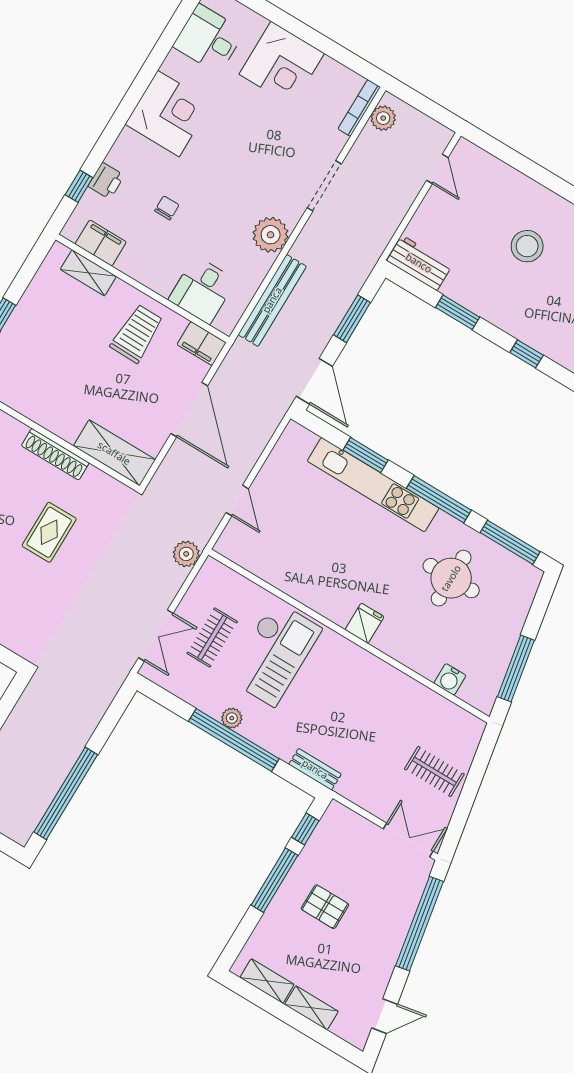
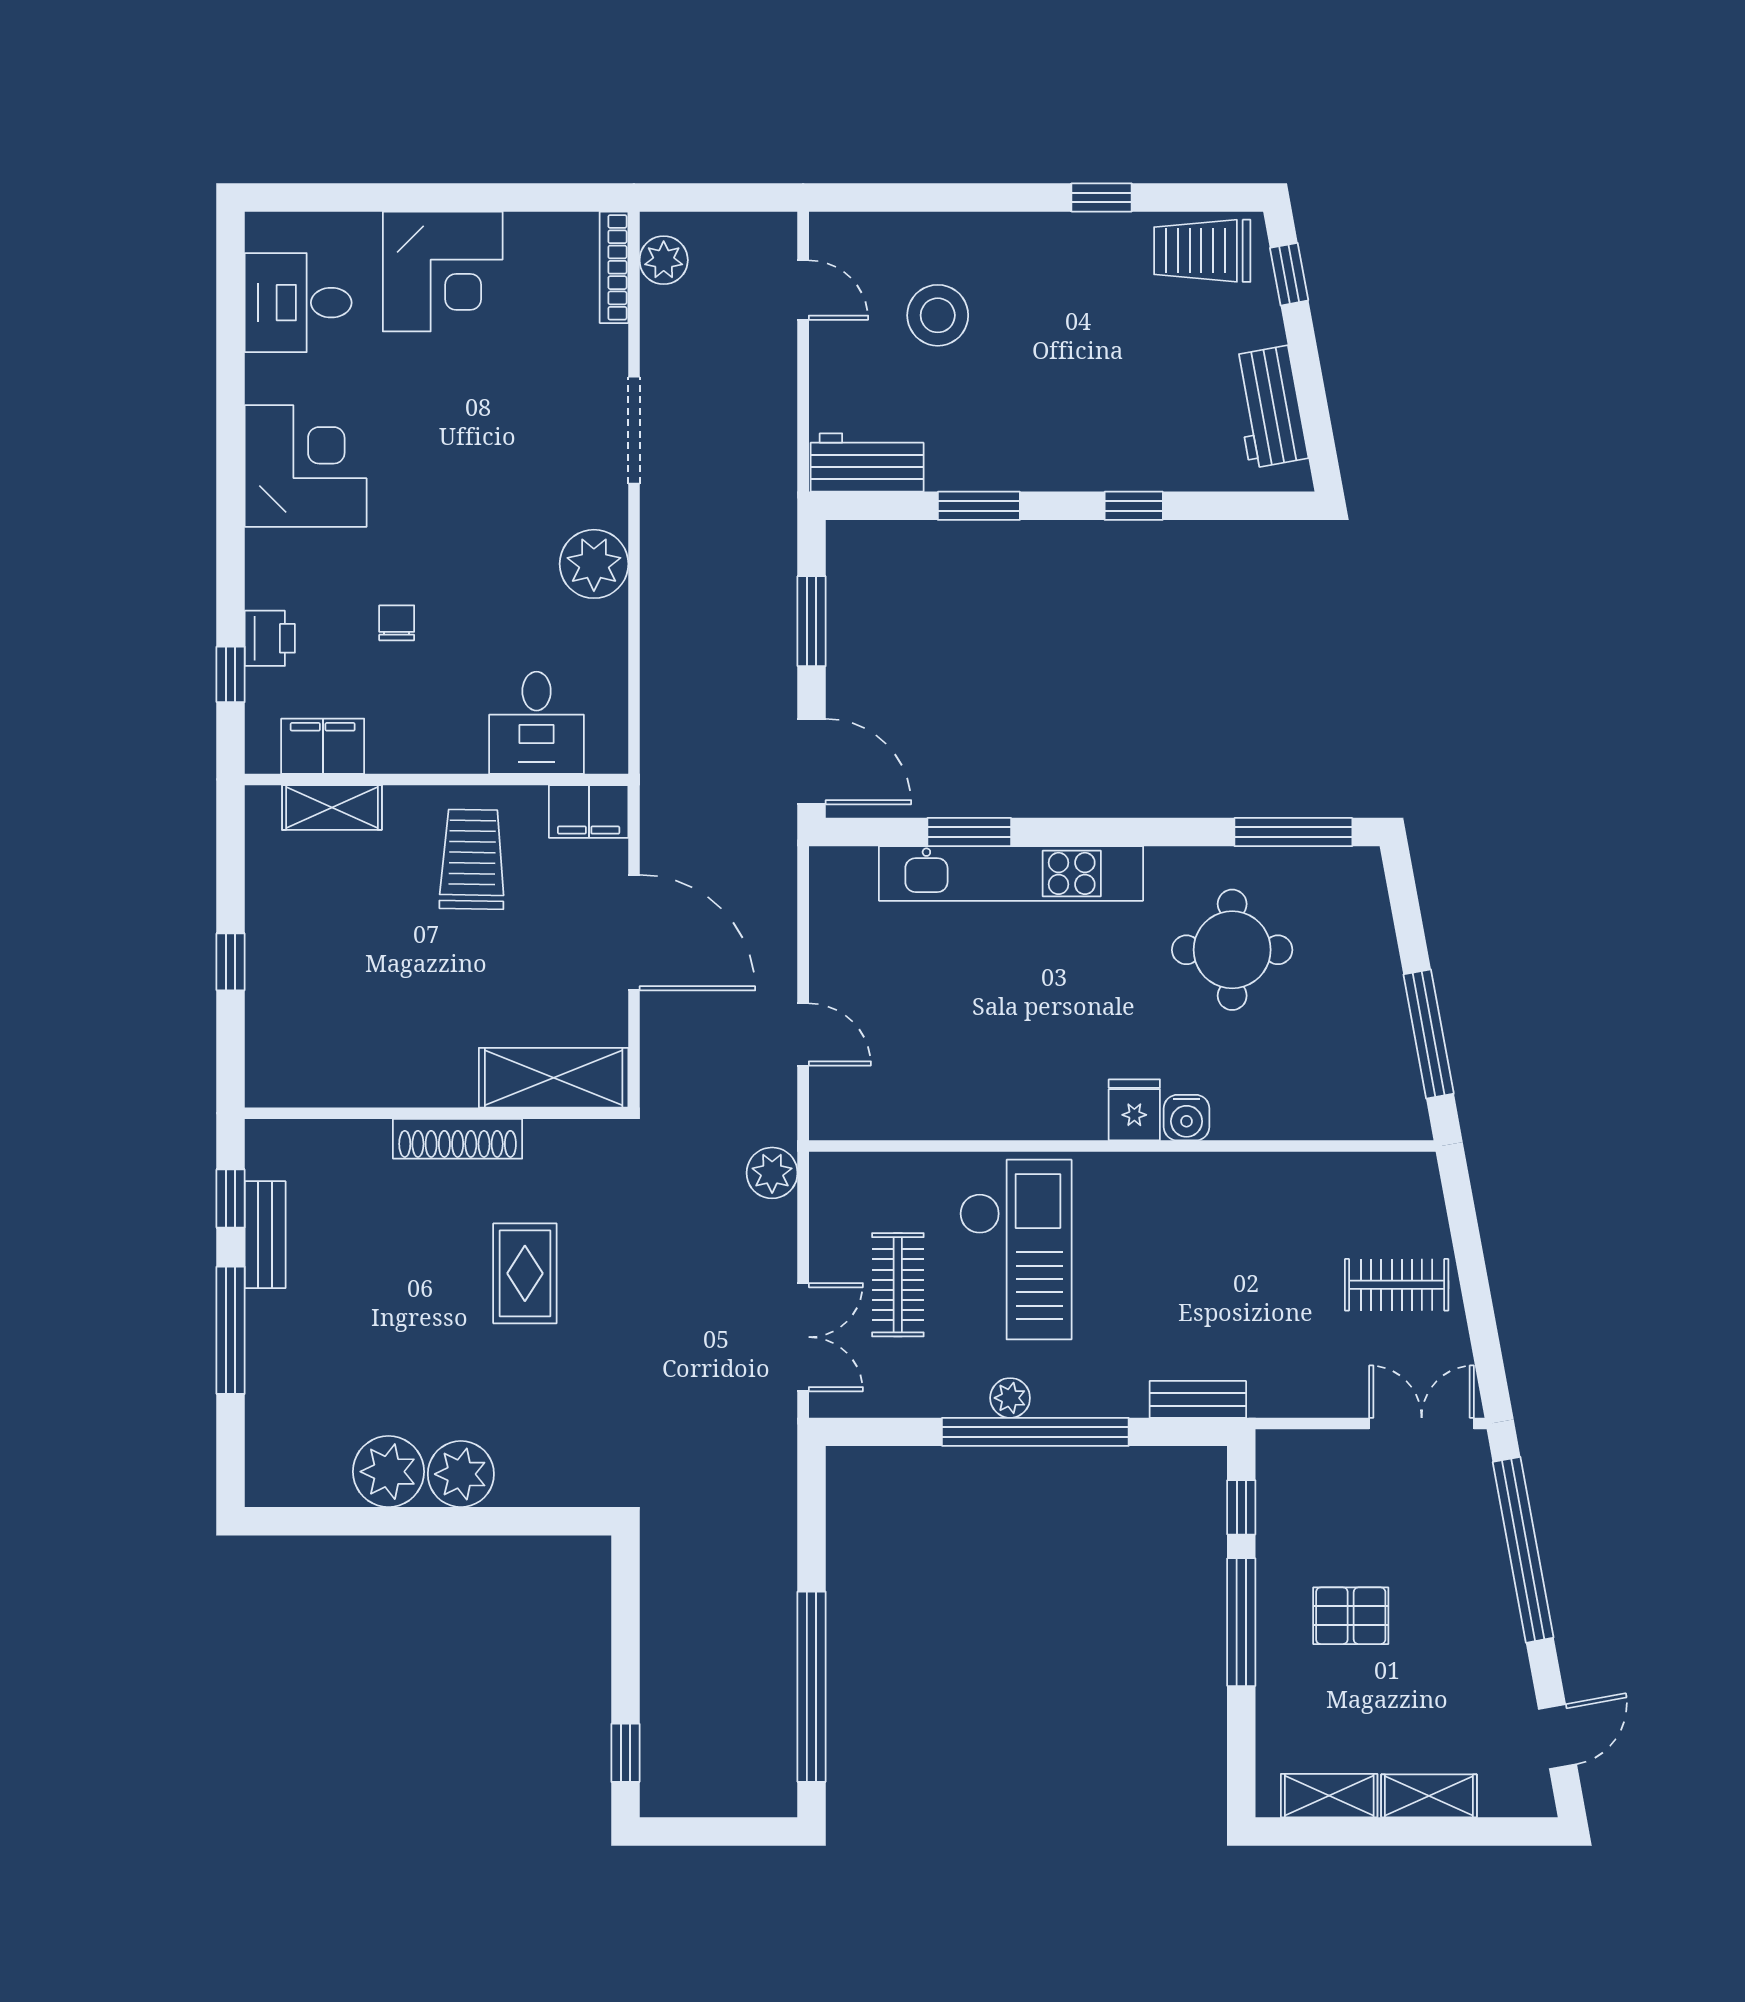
stool: (527, 246) -> (938, 315), moved
bench: (272, 300) -> (662, 670), removed
window: (439, 499) -> (1134, 832), removed
water cooler: (450, 679) -> (1187, 1118), moved

